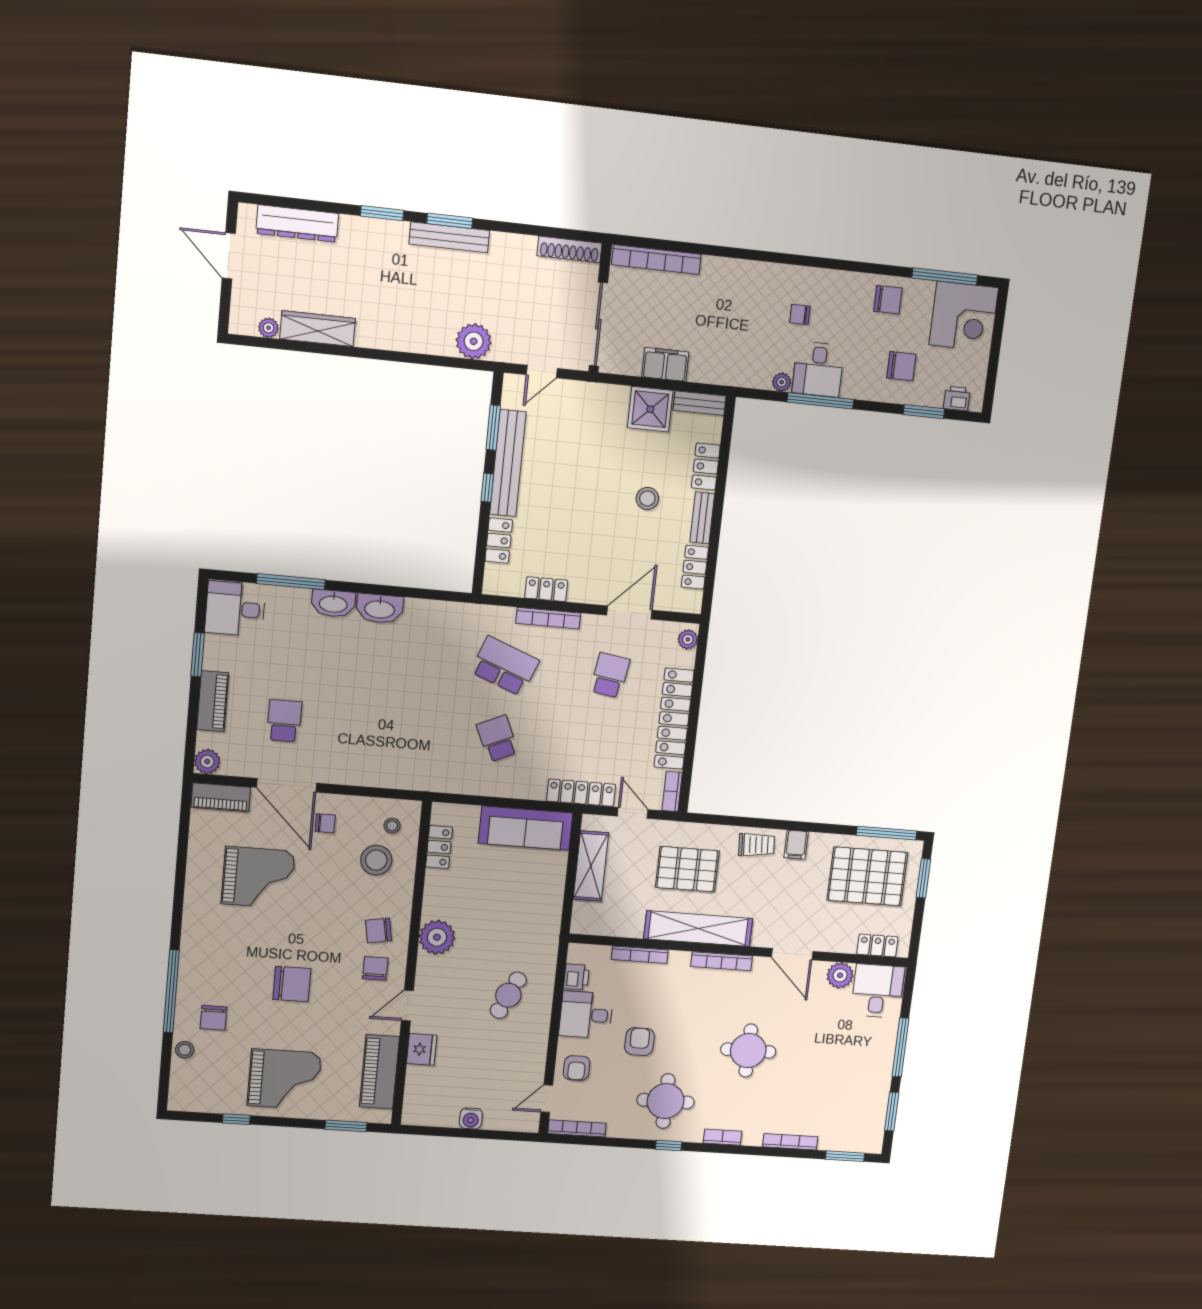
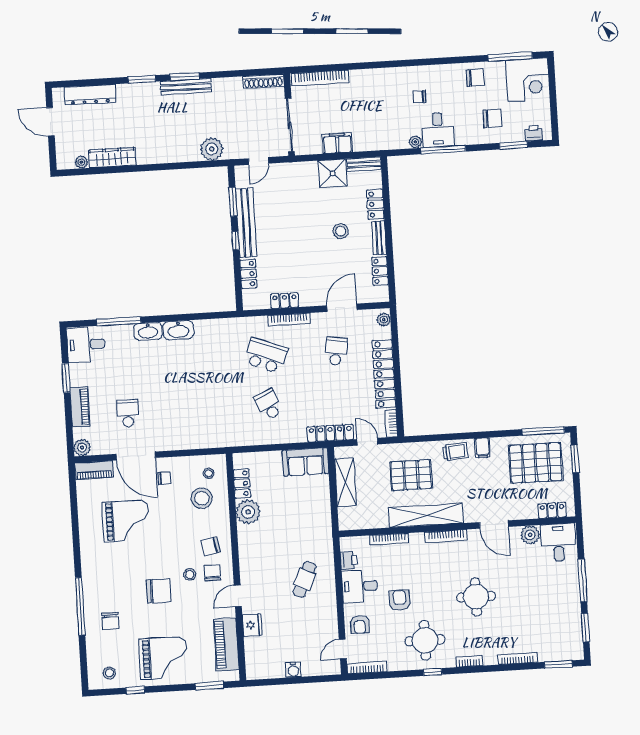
sofa: (526, 828) -> (305, 462), width x0.73
plant: (437, 937) -> (248, 512), moved
stool: (341, 967) -> (190, 574), added
stool: (185, 1050) -> (109, 673), moved

